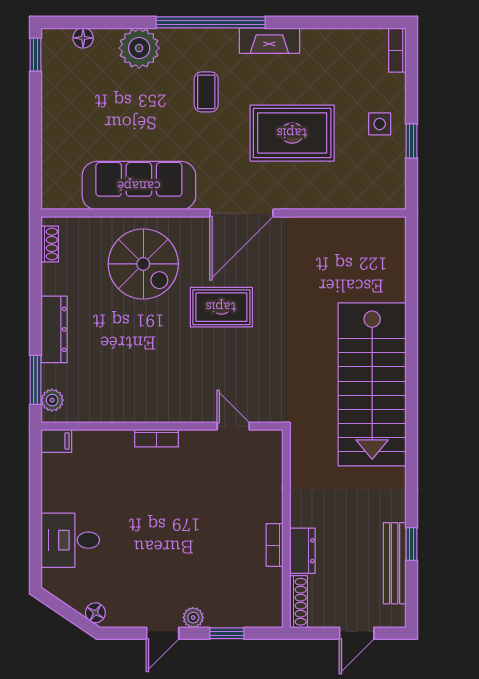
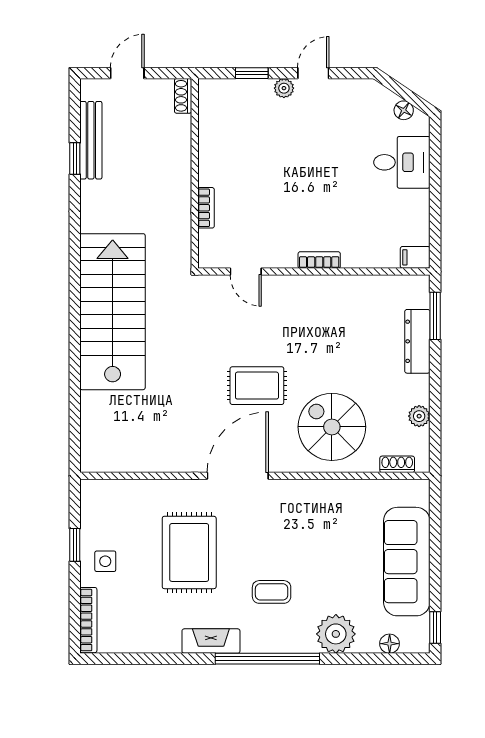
bookcase: (397, 50) -> (88, 620), width x1.56
coffee table: (206, 92) -> (272, 592), turned 90
rug: (292, 133) -> (189, 552), turned 90
sofa: (139, 186) -> (407, 562), moved, turned 90
shoe rack: (50, 244) -> (397, 464), moved, turned 90
dresser: (54, 329) -> (417, 341), moved
plant: (52, 400) -> (419, 416), moved
bookcase: (275, 545) -> (206, 208), moved
dresser: (302, 551) -> (179, 152), removed
shoe rack: (299, 602) -> (183, 96), width x0.70
floor lamp: (95, 613) -> (404, 110), moved

